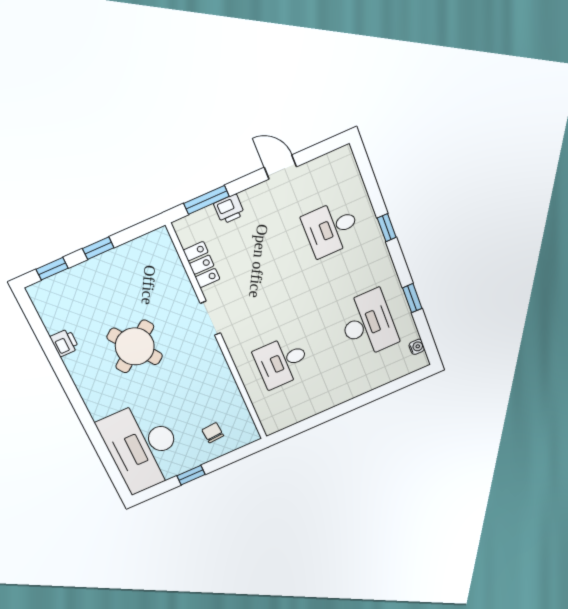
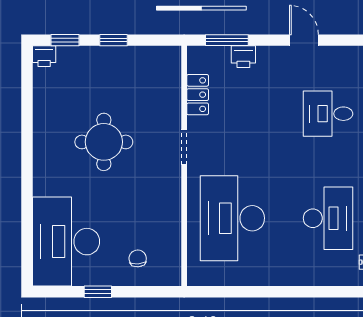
printer: (64, 343) -> (44, 56), moved, turned 90
round table: (135, 346) -> (104, 142), turned 36
desk: (282, 362) -> (232, 218), width x1.87, depth x1.30

